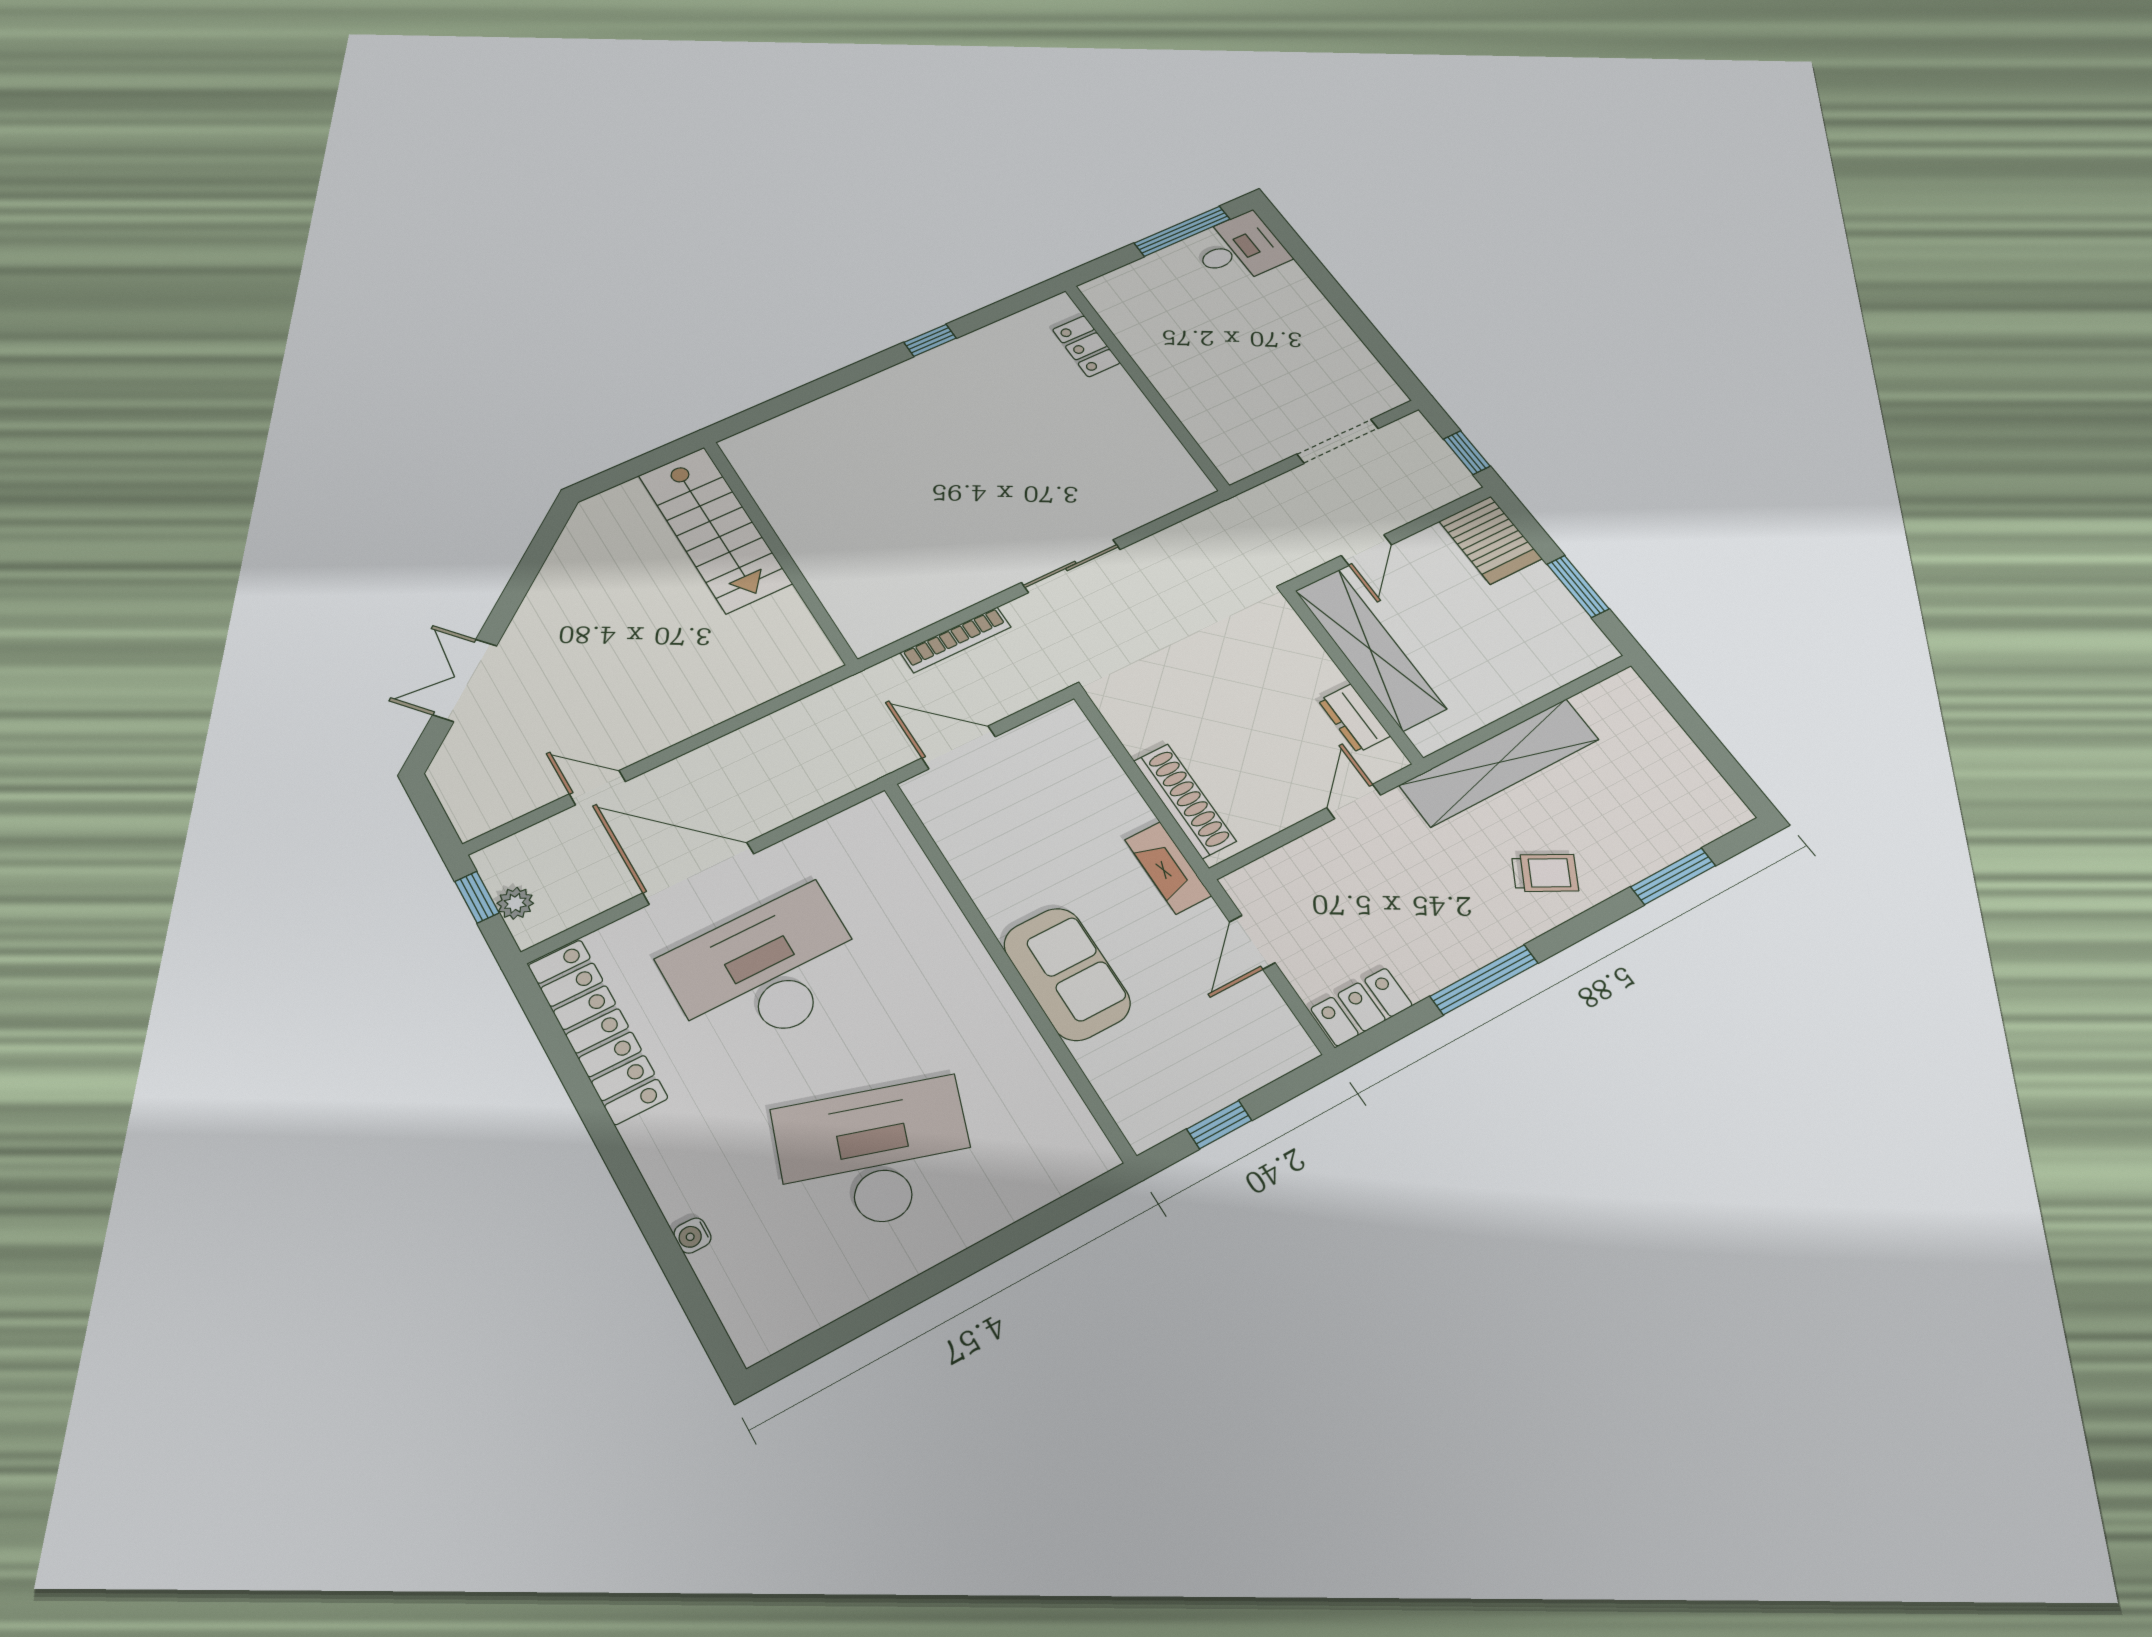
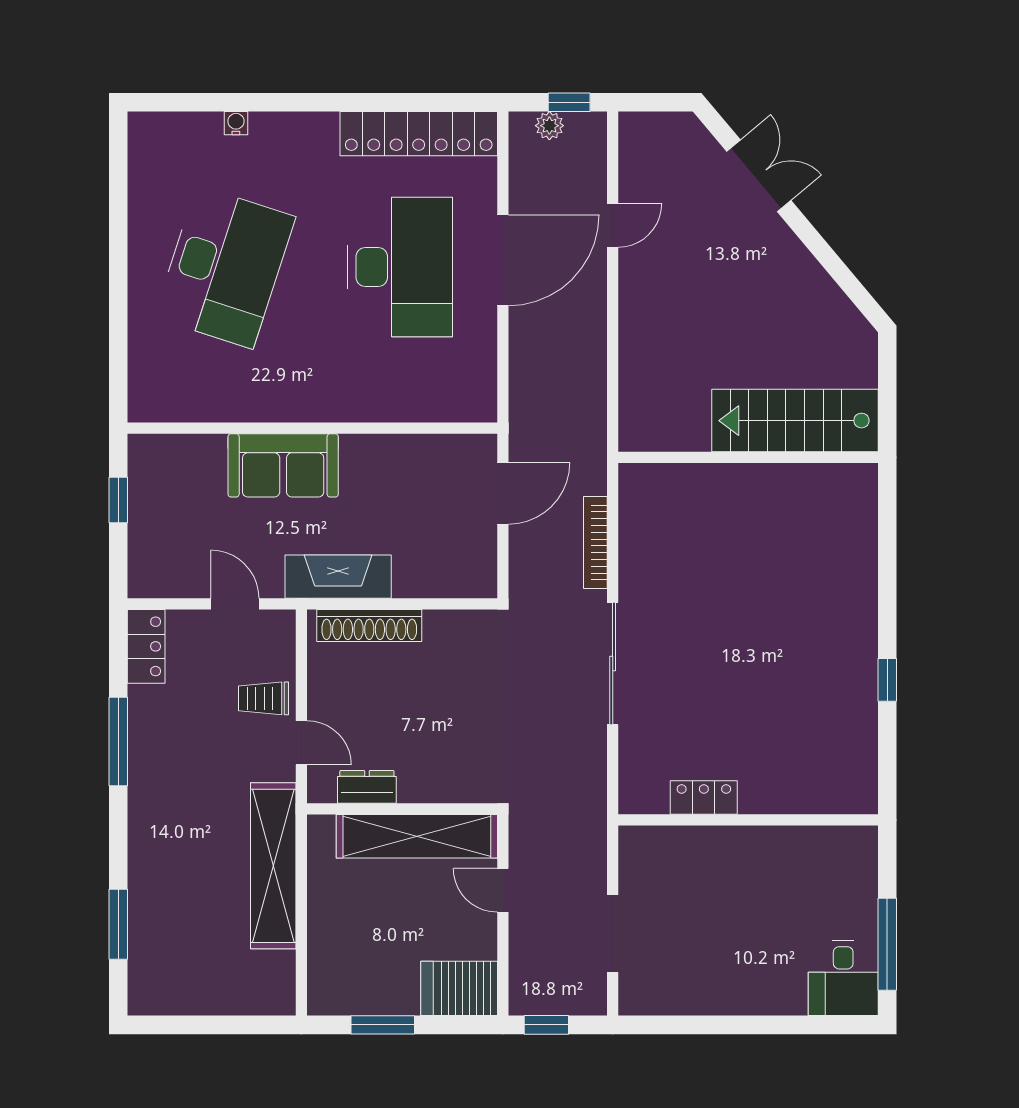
locker: (1086, 346) -> (704, 797), moved
sliding door: (1071, 566) -> (613, 664), width x1.37
fireplace: (1168, 868) -> (338, 577), width x1.37, depth x1.32
trolley: (1545, 873) -> (264, 698), moved, turned 61

